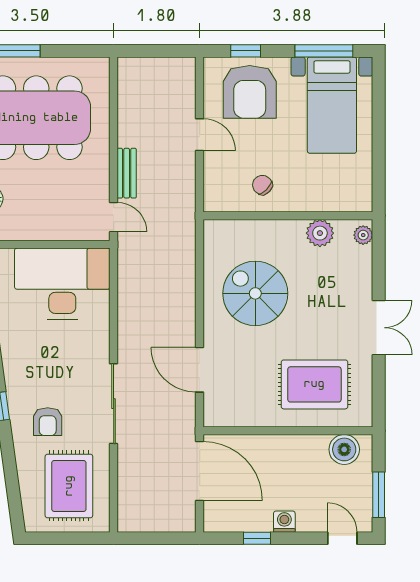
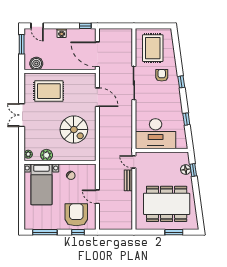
bed with nightstands: (332, 105) -> (41, 184), moved, turned 180
window: (257, 538) -> (85, 26), moved

